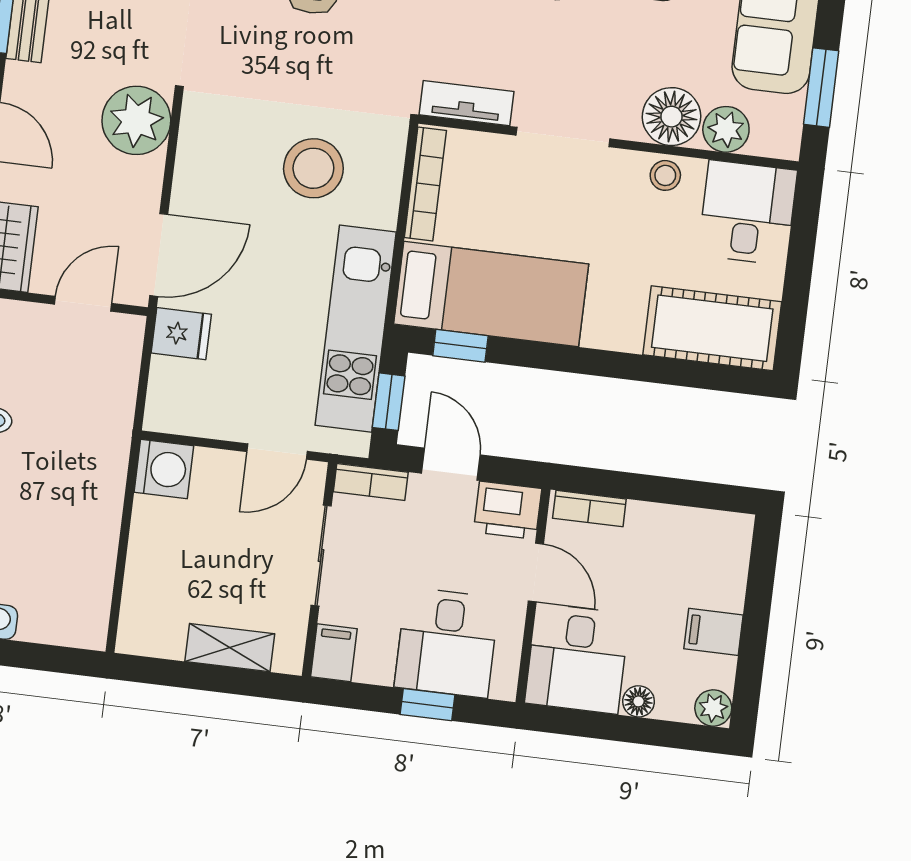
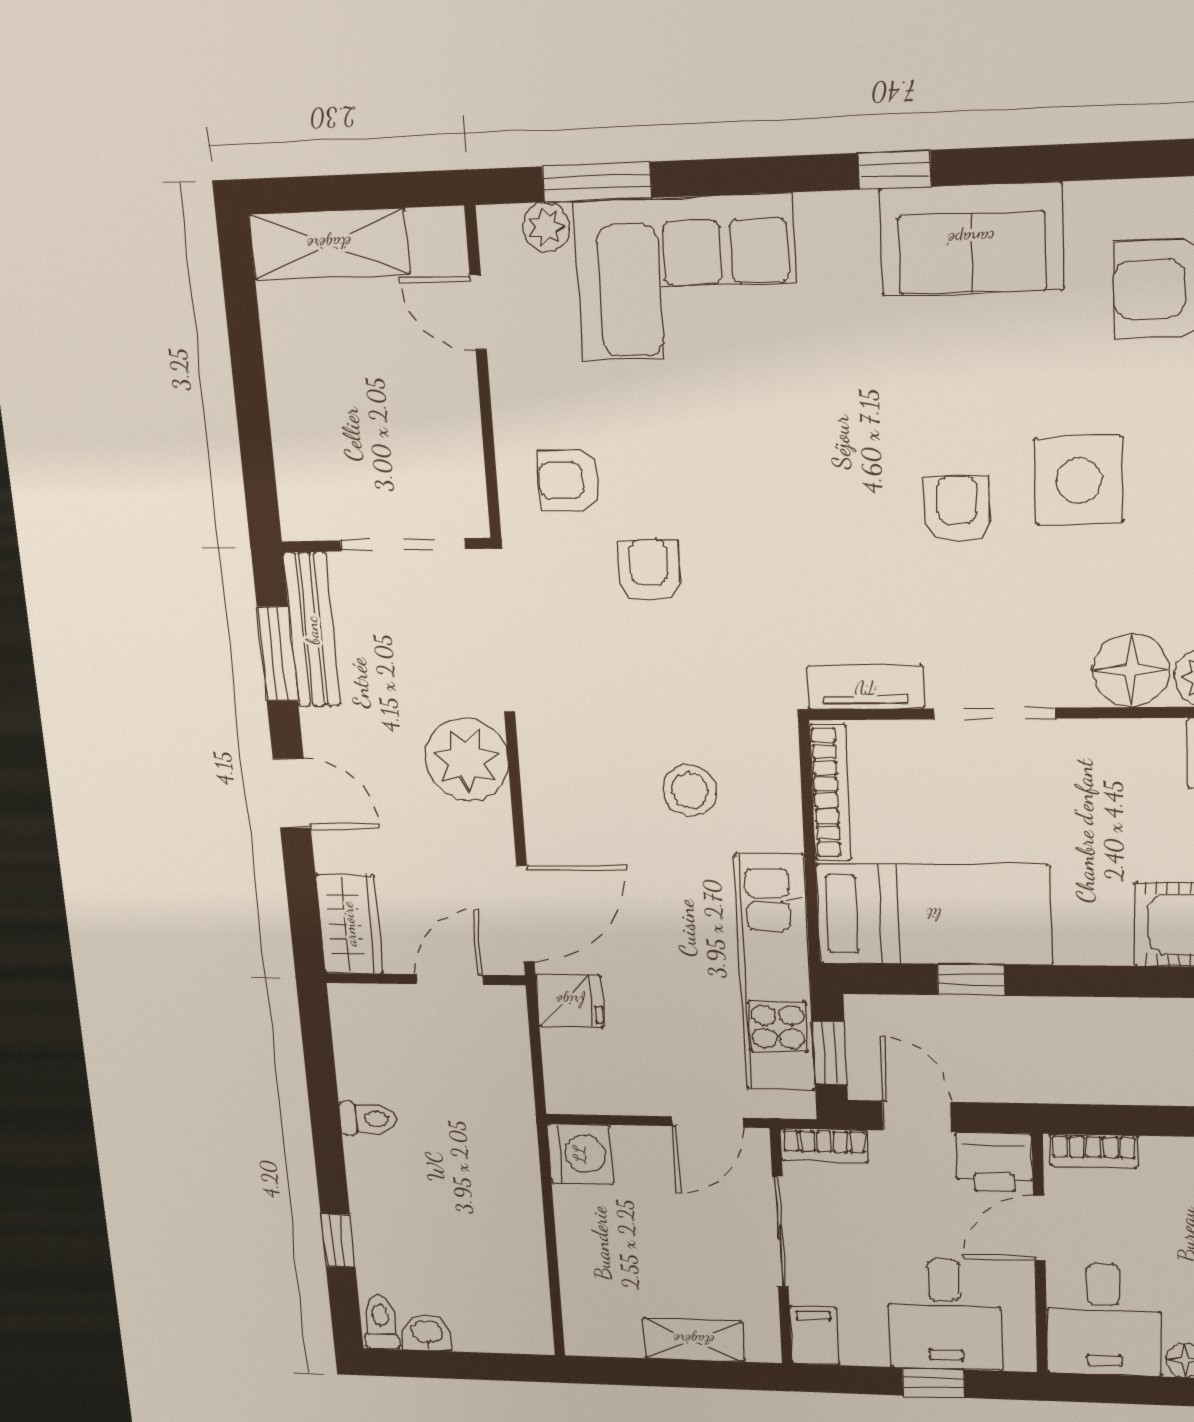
stool: (313, 168) -> (690, 790), width x0.73, depth x0.73
stool: (665, 175) -> (1133, 745), removed
window: (460, 346) -> (971, 980), moved
door: (536, 572) -> (1039, 1228), swing flipped

